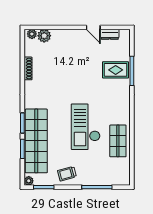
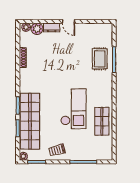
door: (93, 27) -> (69, 21), moved
dresser: (110, 34) -> (52, 27), moved
rug: (116, 70) -> (100, 59), turned 90
checkout: (86, 127) -> (73, 109), turned 180

